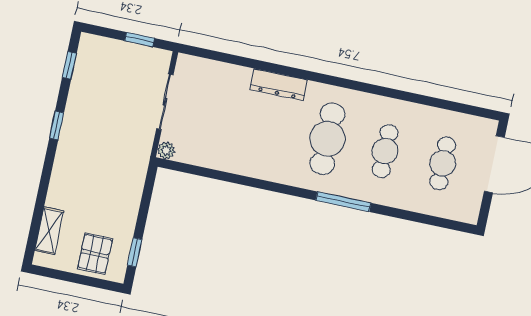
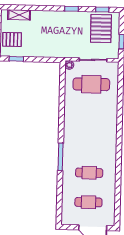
pallet: (106, 75) -> (101, 29), added
dresser: (279, 85) -> (112, 114), removed
cafe table: (327, 139) -> (91, 84), moved

